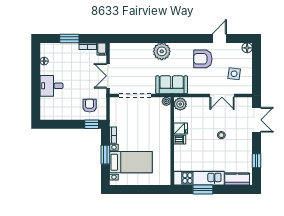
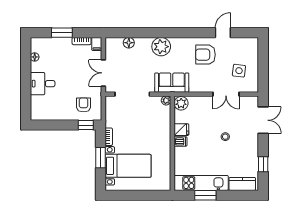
floor lamp: (247, 48) -> (129, 43), moved

